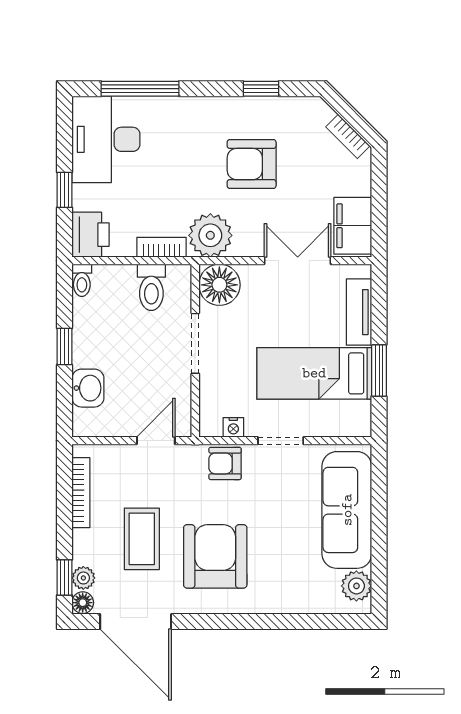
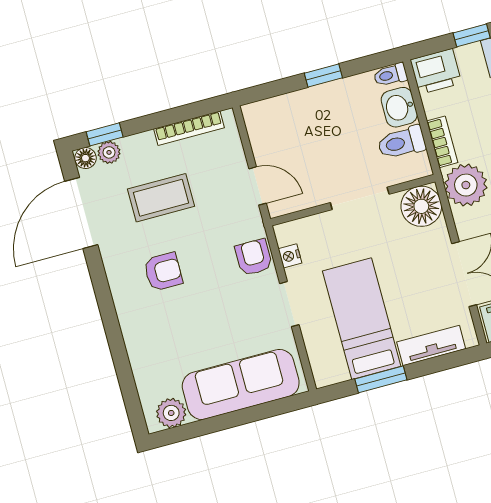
washbasin: (88, 388) -> (399, 107), moved, turned 90
armchair: (215, 556) -> (163, 272), width x0.53, depth x0.53

